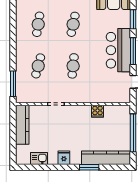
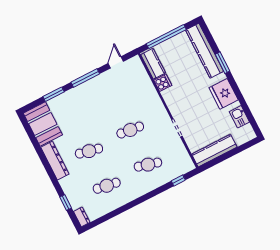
bar counter: (118, 50) -> (92, 93), removed
window: (13, 84) -> (178, 180), width x0.46
kitchen counter: (117, 111) -> (153, 64), added
fridge: (64, 158) -> (224, 94), width x1.88, depth x1.34

